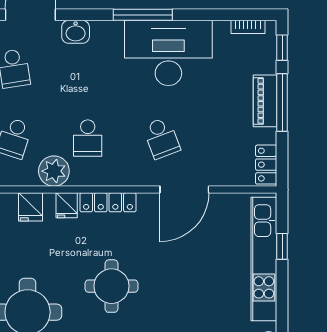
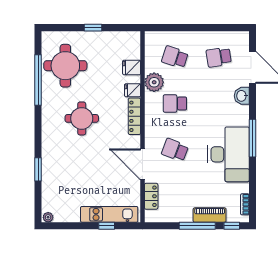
piano: (265, 101) -> (210, 215), moved
school desk: (161, 138) -> (175, 150), turned 42
locker: (266, 165) -> (151, 196), moved, turned 90
kitchen unit: (264, 259) -> (109, 214), width x0.73

